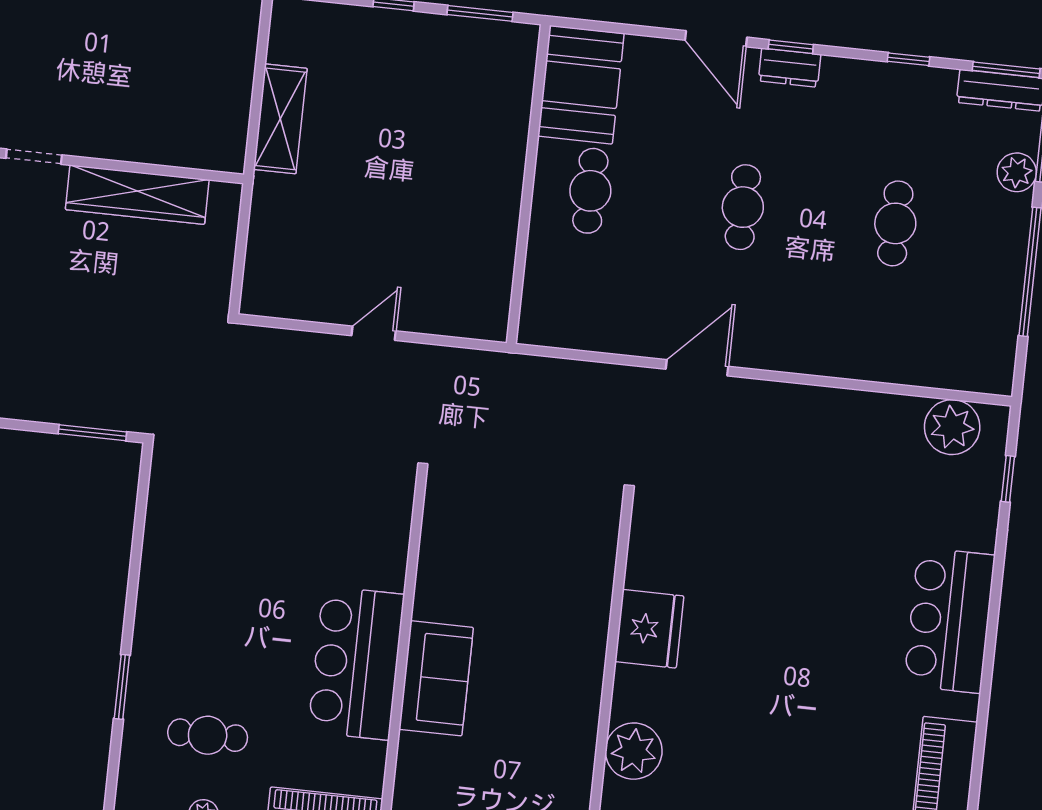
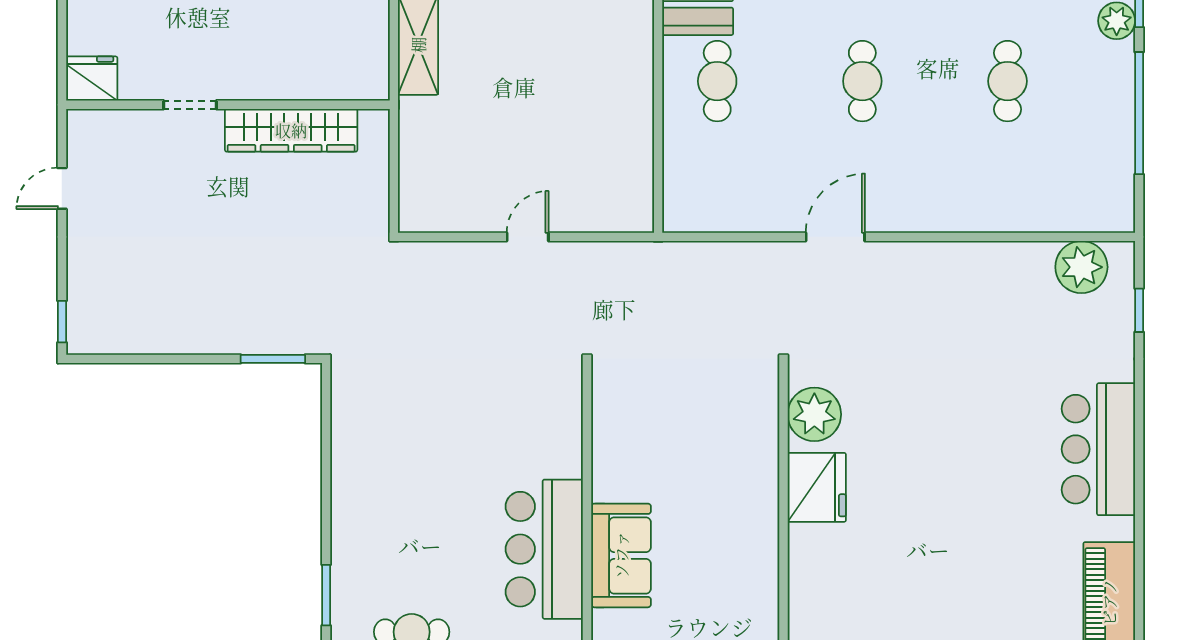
plant: (634, 751) -> (814, 414), moved

